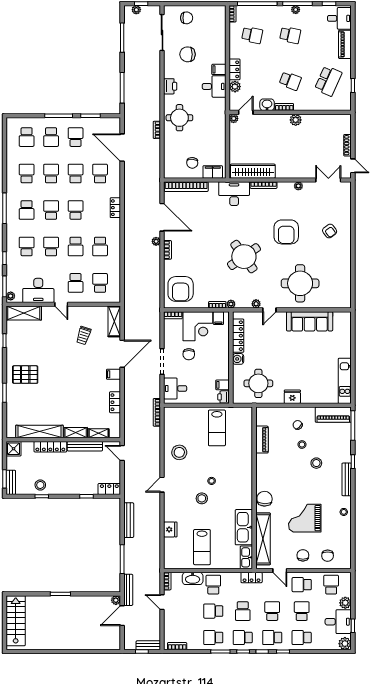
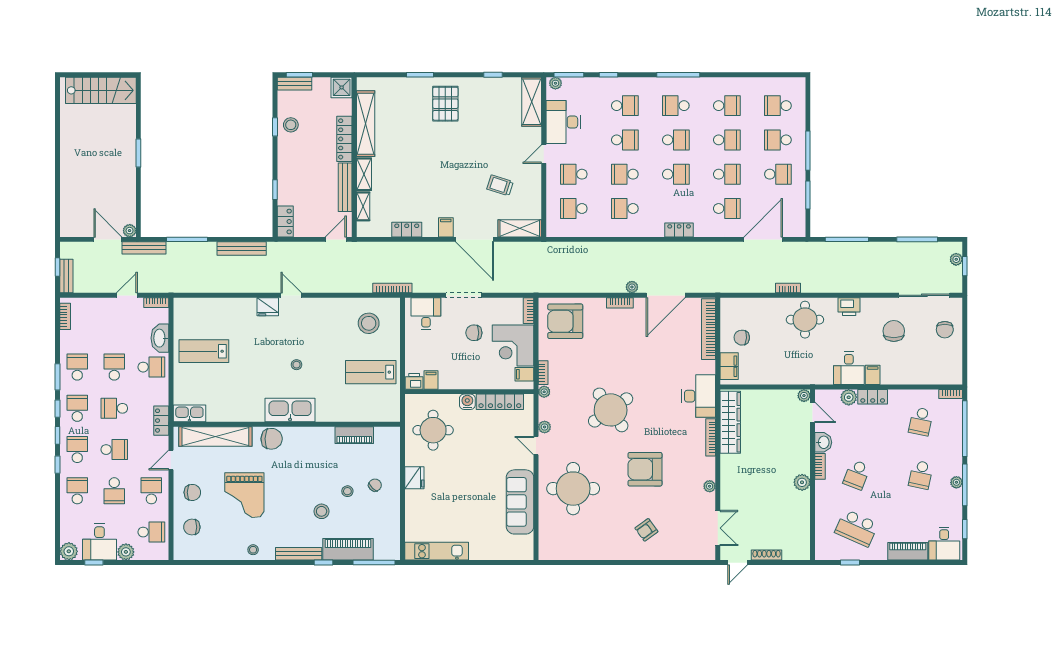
school desk: (100, 283) -> (574, 208), turned 180
piano: (333, 415) -> (348, 549), moved, turned 90
stool: (179, 452) -> (369, 323), moved
stool: (202, 498) -> (272, 351), removed
grand piano: (305, 518) -> (244, 495), turned 180
kitchen sink: (244, 527) -> (290, 410), moved
fridge: (170, 529) -> (268, 307), moved
school desk: (302, 611) -> (114, 491), turned 90

